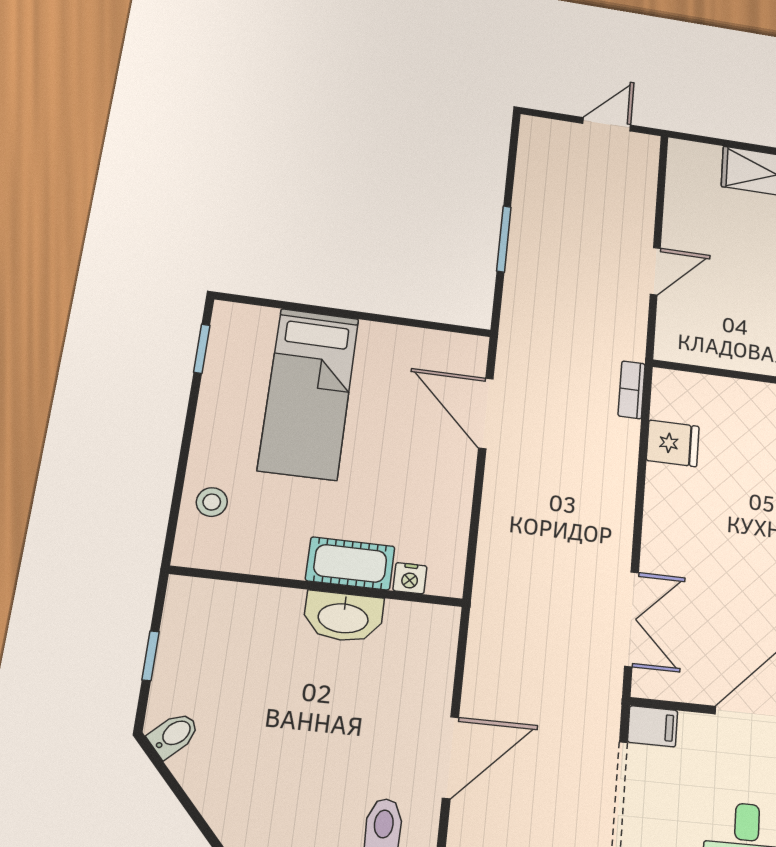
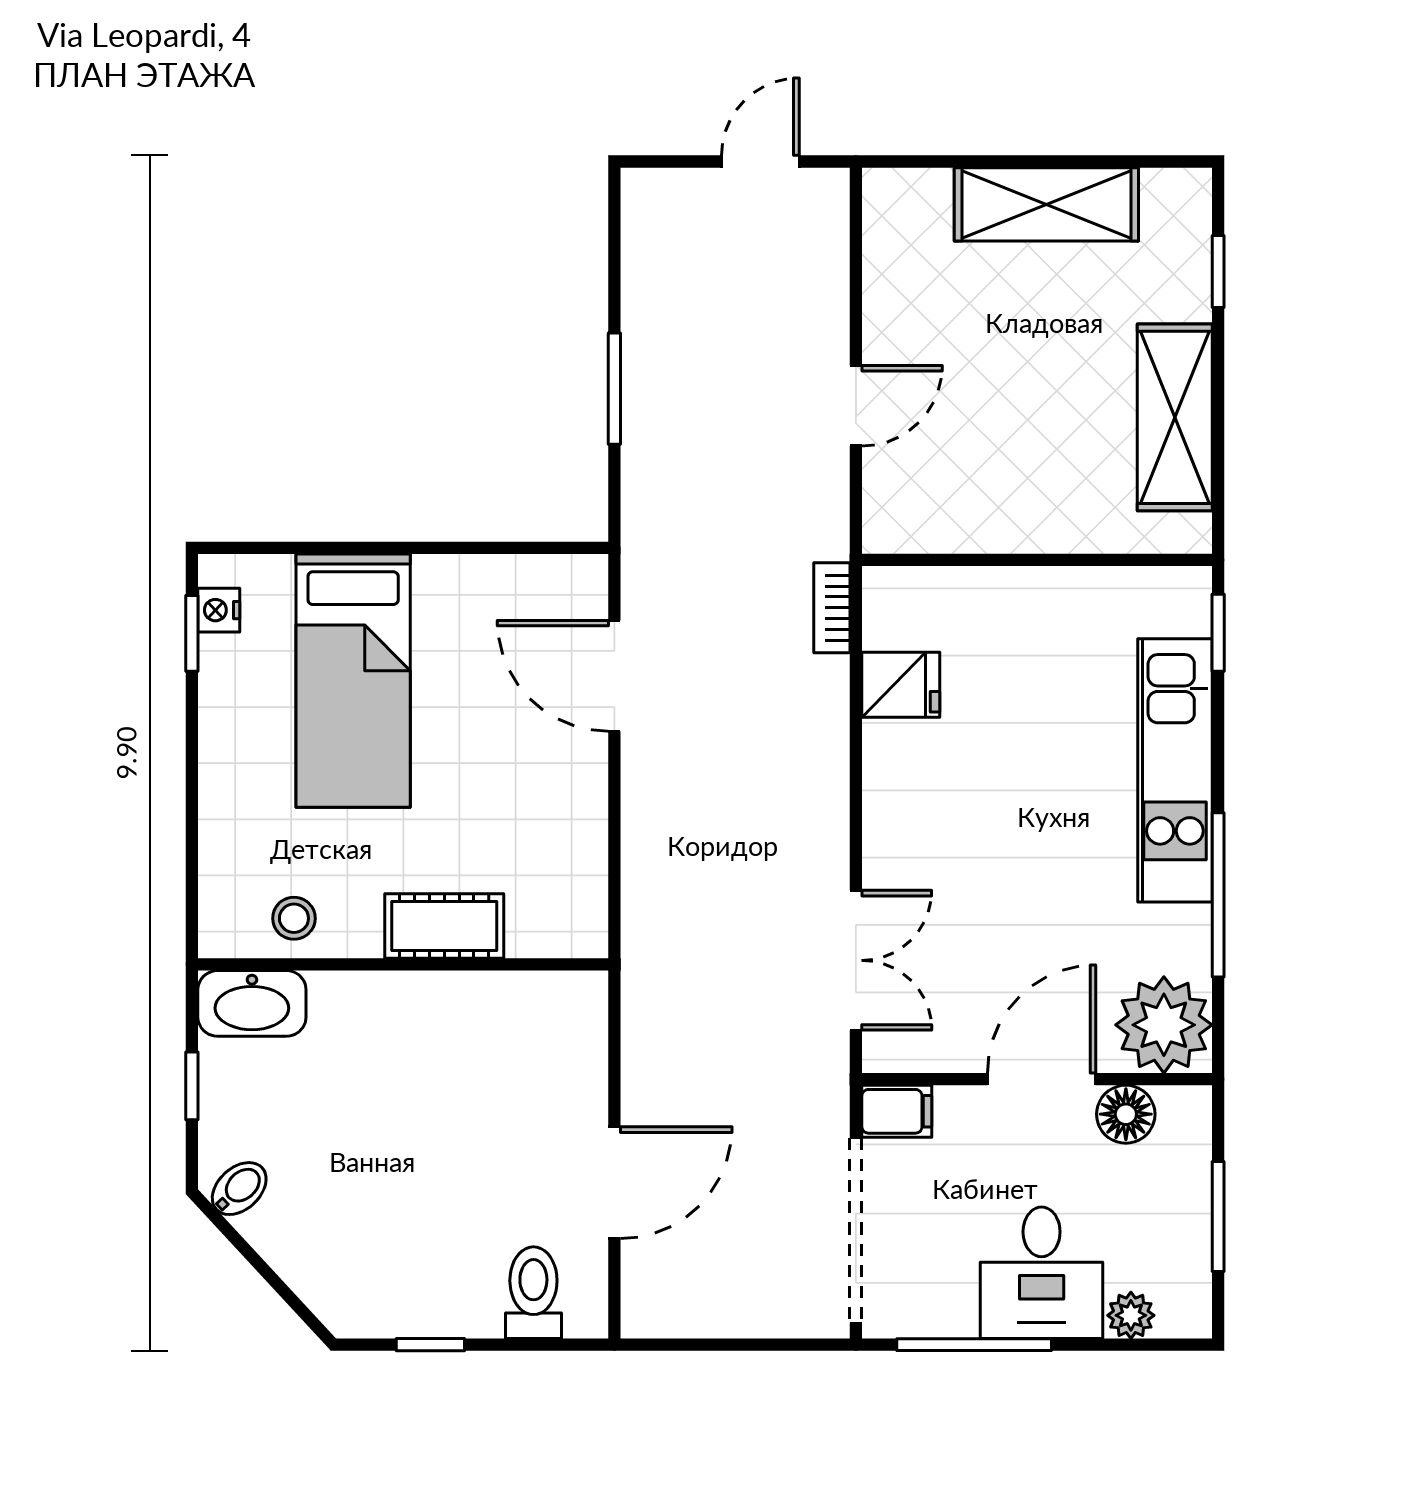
stool: (212, 502) -> (294, 918), moved
nightstand: (410, 578) -> (219, 610), moved, turned 90
washbasin: (343, 617) -> (252, 1003), moved

